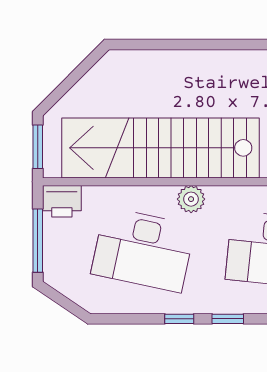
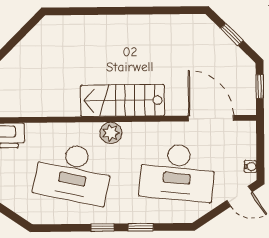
stairs: (160, 148) -> (122, 100), width x0.54, depth x0.66

